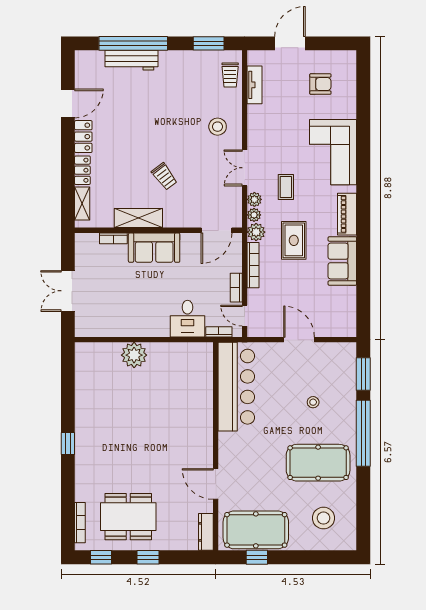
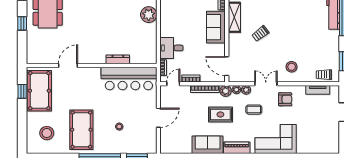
armchair: (320, 84) -> (285, 99), moved, turned -90
dresser: (206, 532) -> (118, 59), moved

